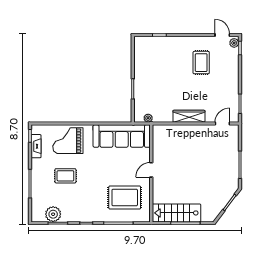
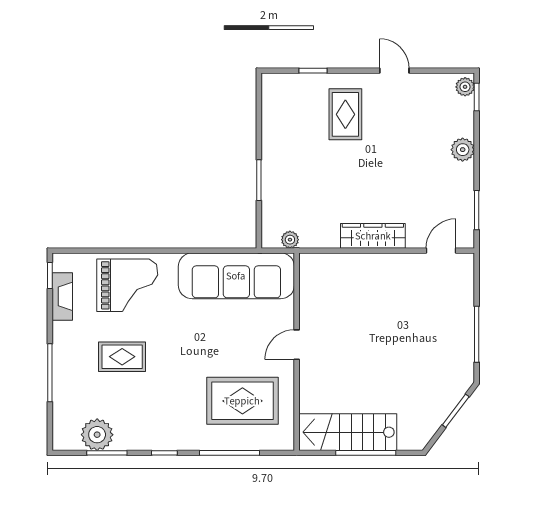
door: (222, 35) -> (394, 71), moved
rug: (201, 63) -> (345, 114), moved
plant: (233, 74) -> (463, 150), added
grand piano: (68, 141) -> (127, 285), turned 180

